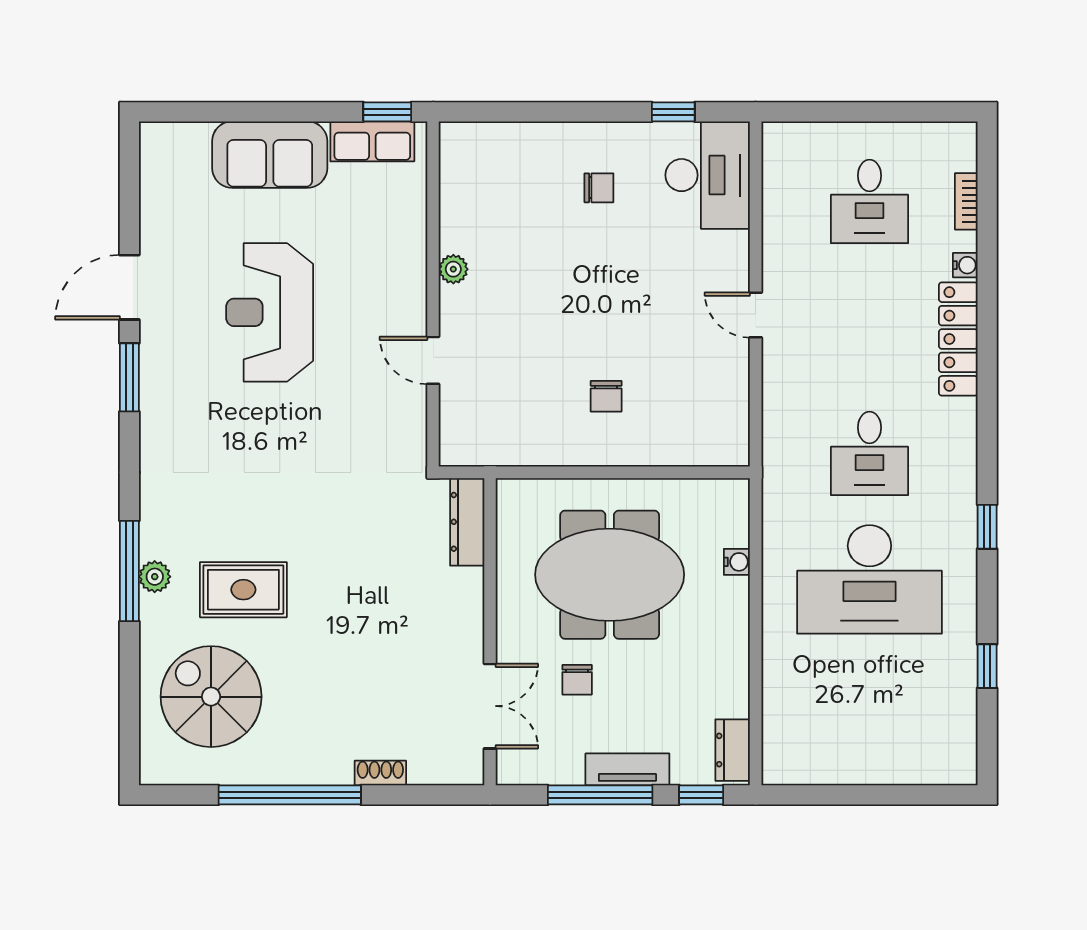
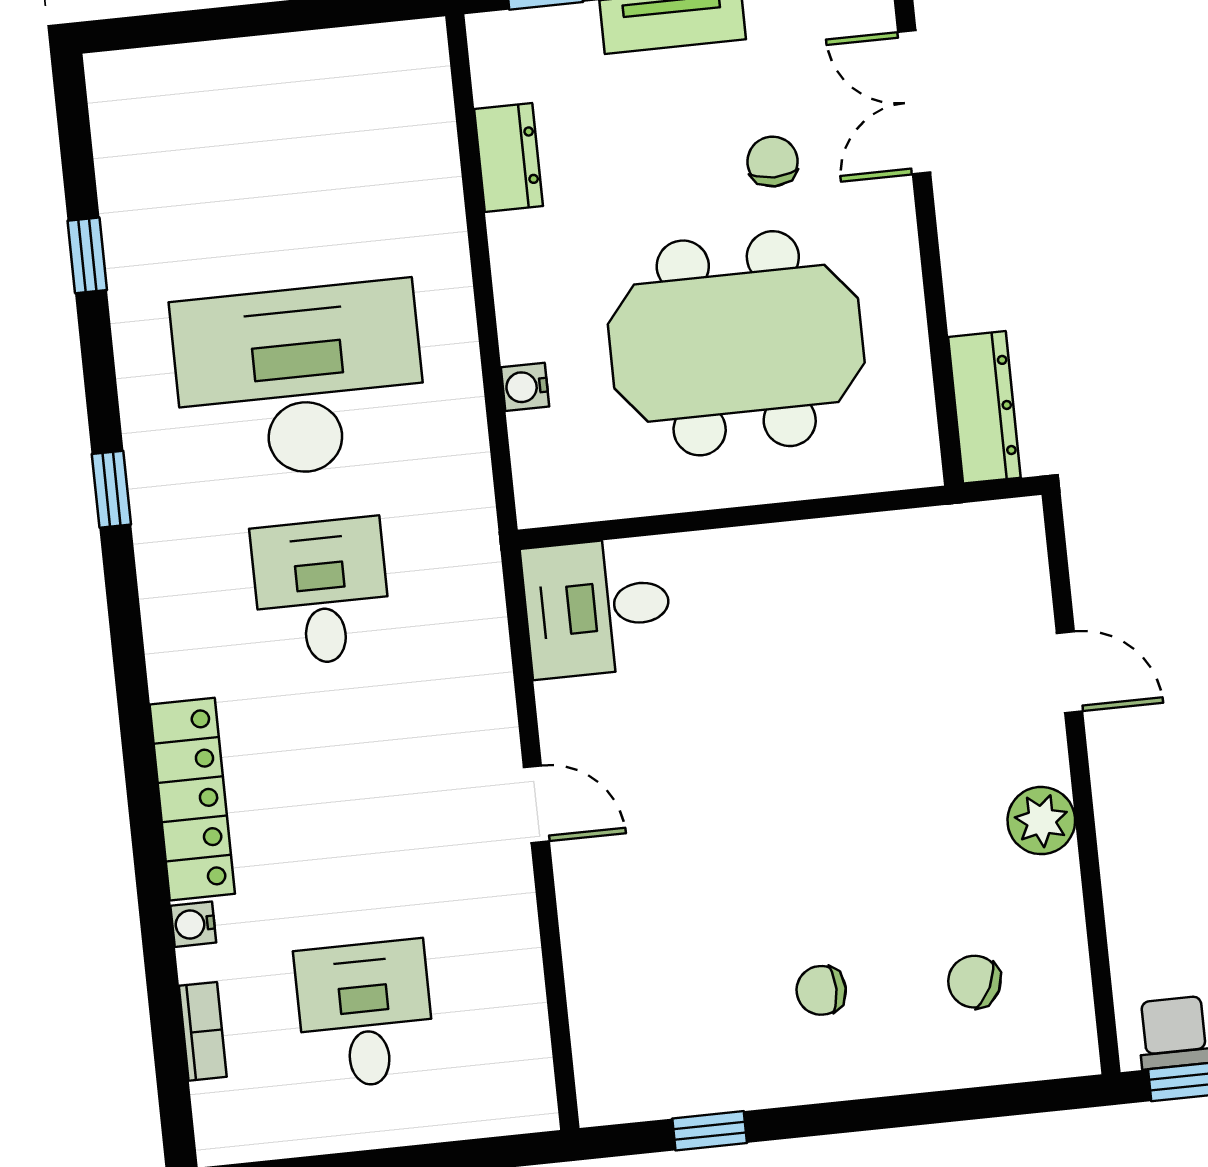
desk: (708, 175) -> (597, 607), moved, width x0.73
plant: (453, 269) -> (1041, 821), width x1.38, depth x1.38
chair: (606, 396) -> (974, 982), moved, turned -64
dresser: (733, 750) -> (508, 158), moved

